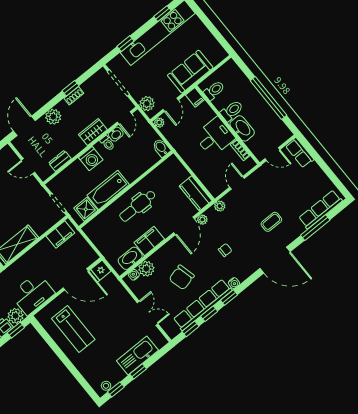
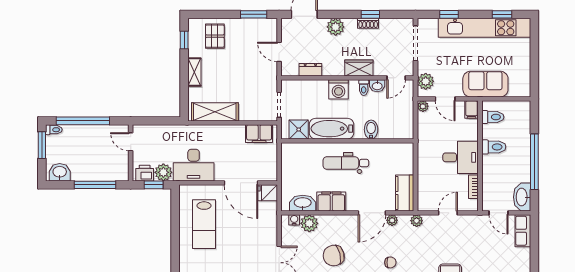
door: (171, 105) -> (445, 99), hinge flipped
washbasin: (242, 128) -> (522, 197), moved, turned 180
bidet: (161, 148) -> (371, 130), moved

